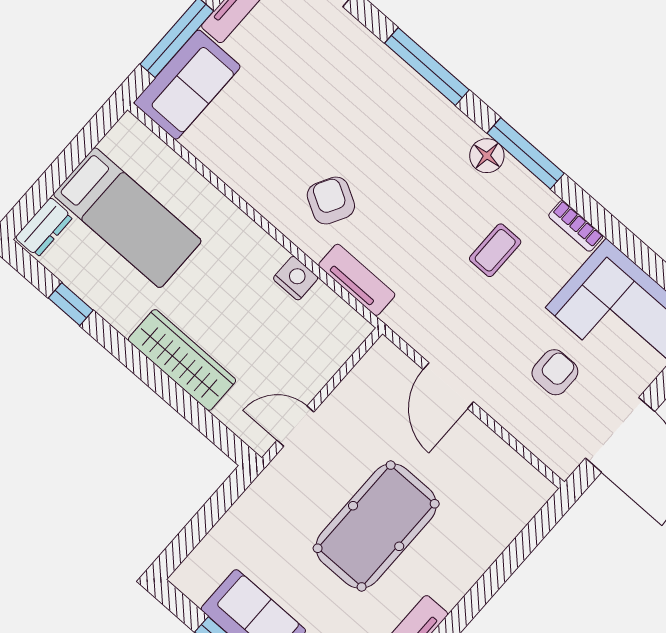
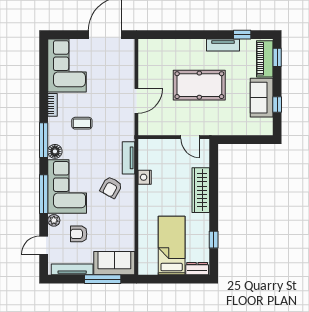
plant: (363, 43) -> (54, 220), added
corner sofa: (403, 122) -> (67, 186), added
armchair: (555, 372) -> (79, 234), moved

